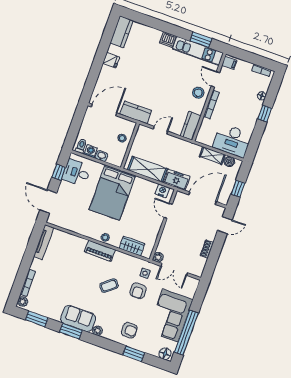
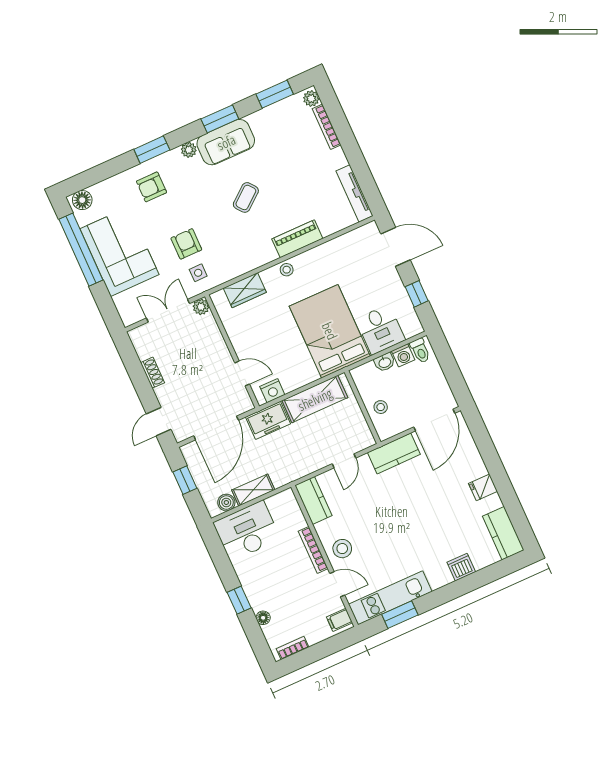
dishwasher: (168, 40) -> (461, 567), moved
desk: (77, 173) -> (380, 330), moved, turned 90
piano: (100, 251) -> (297, 239), moved
coffee table: (109, 286) -> (246, 197), moved
window: (134, 354) -> (152, 150), moved

